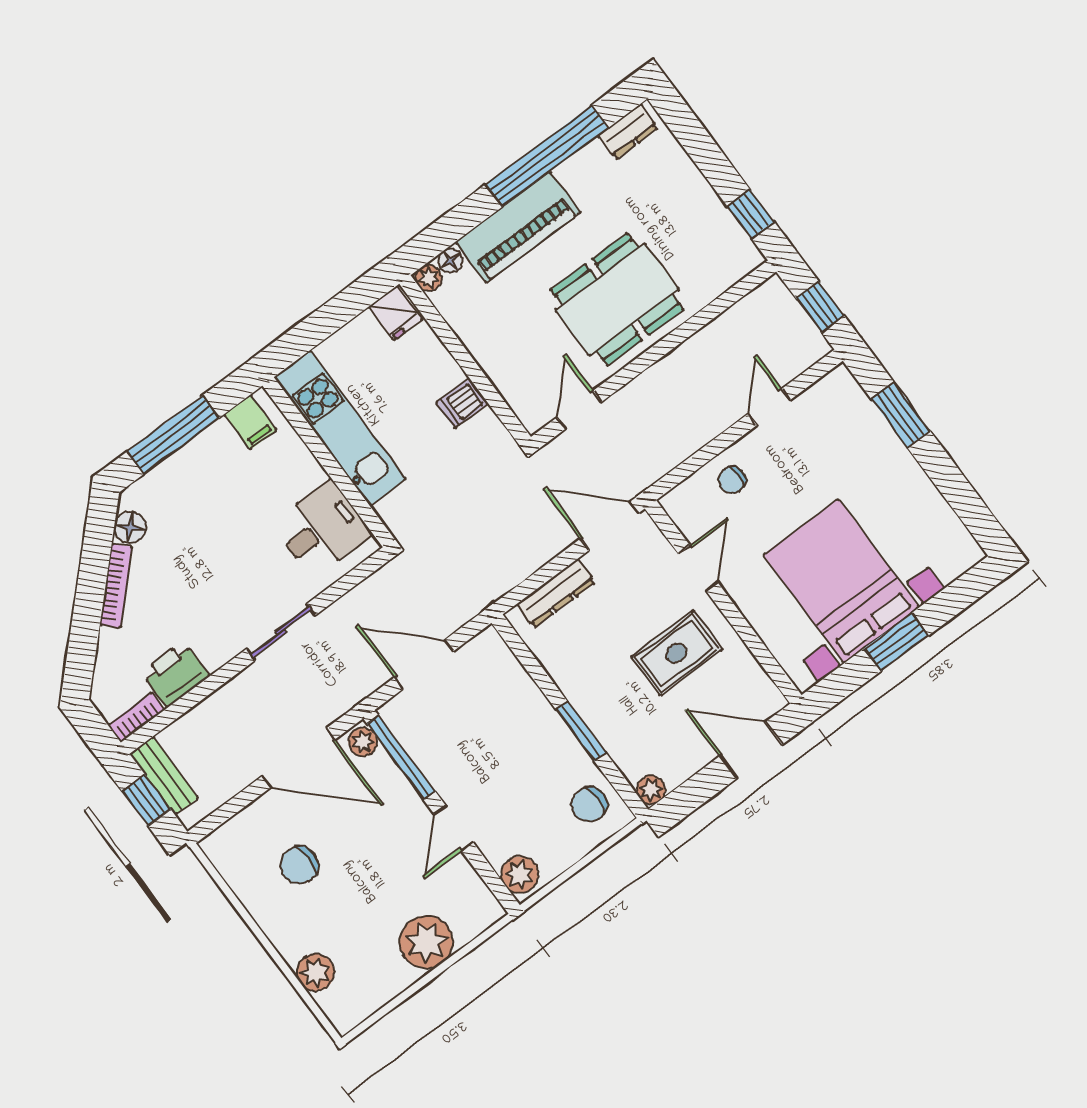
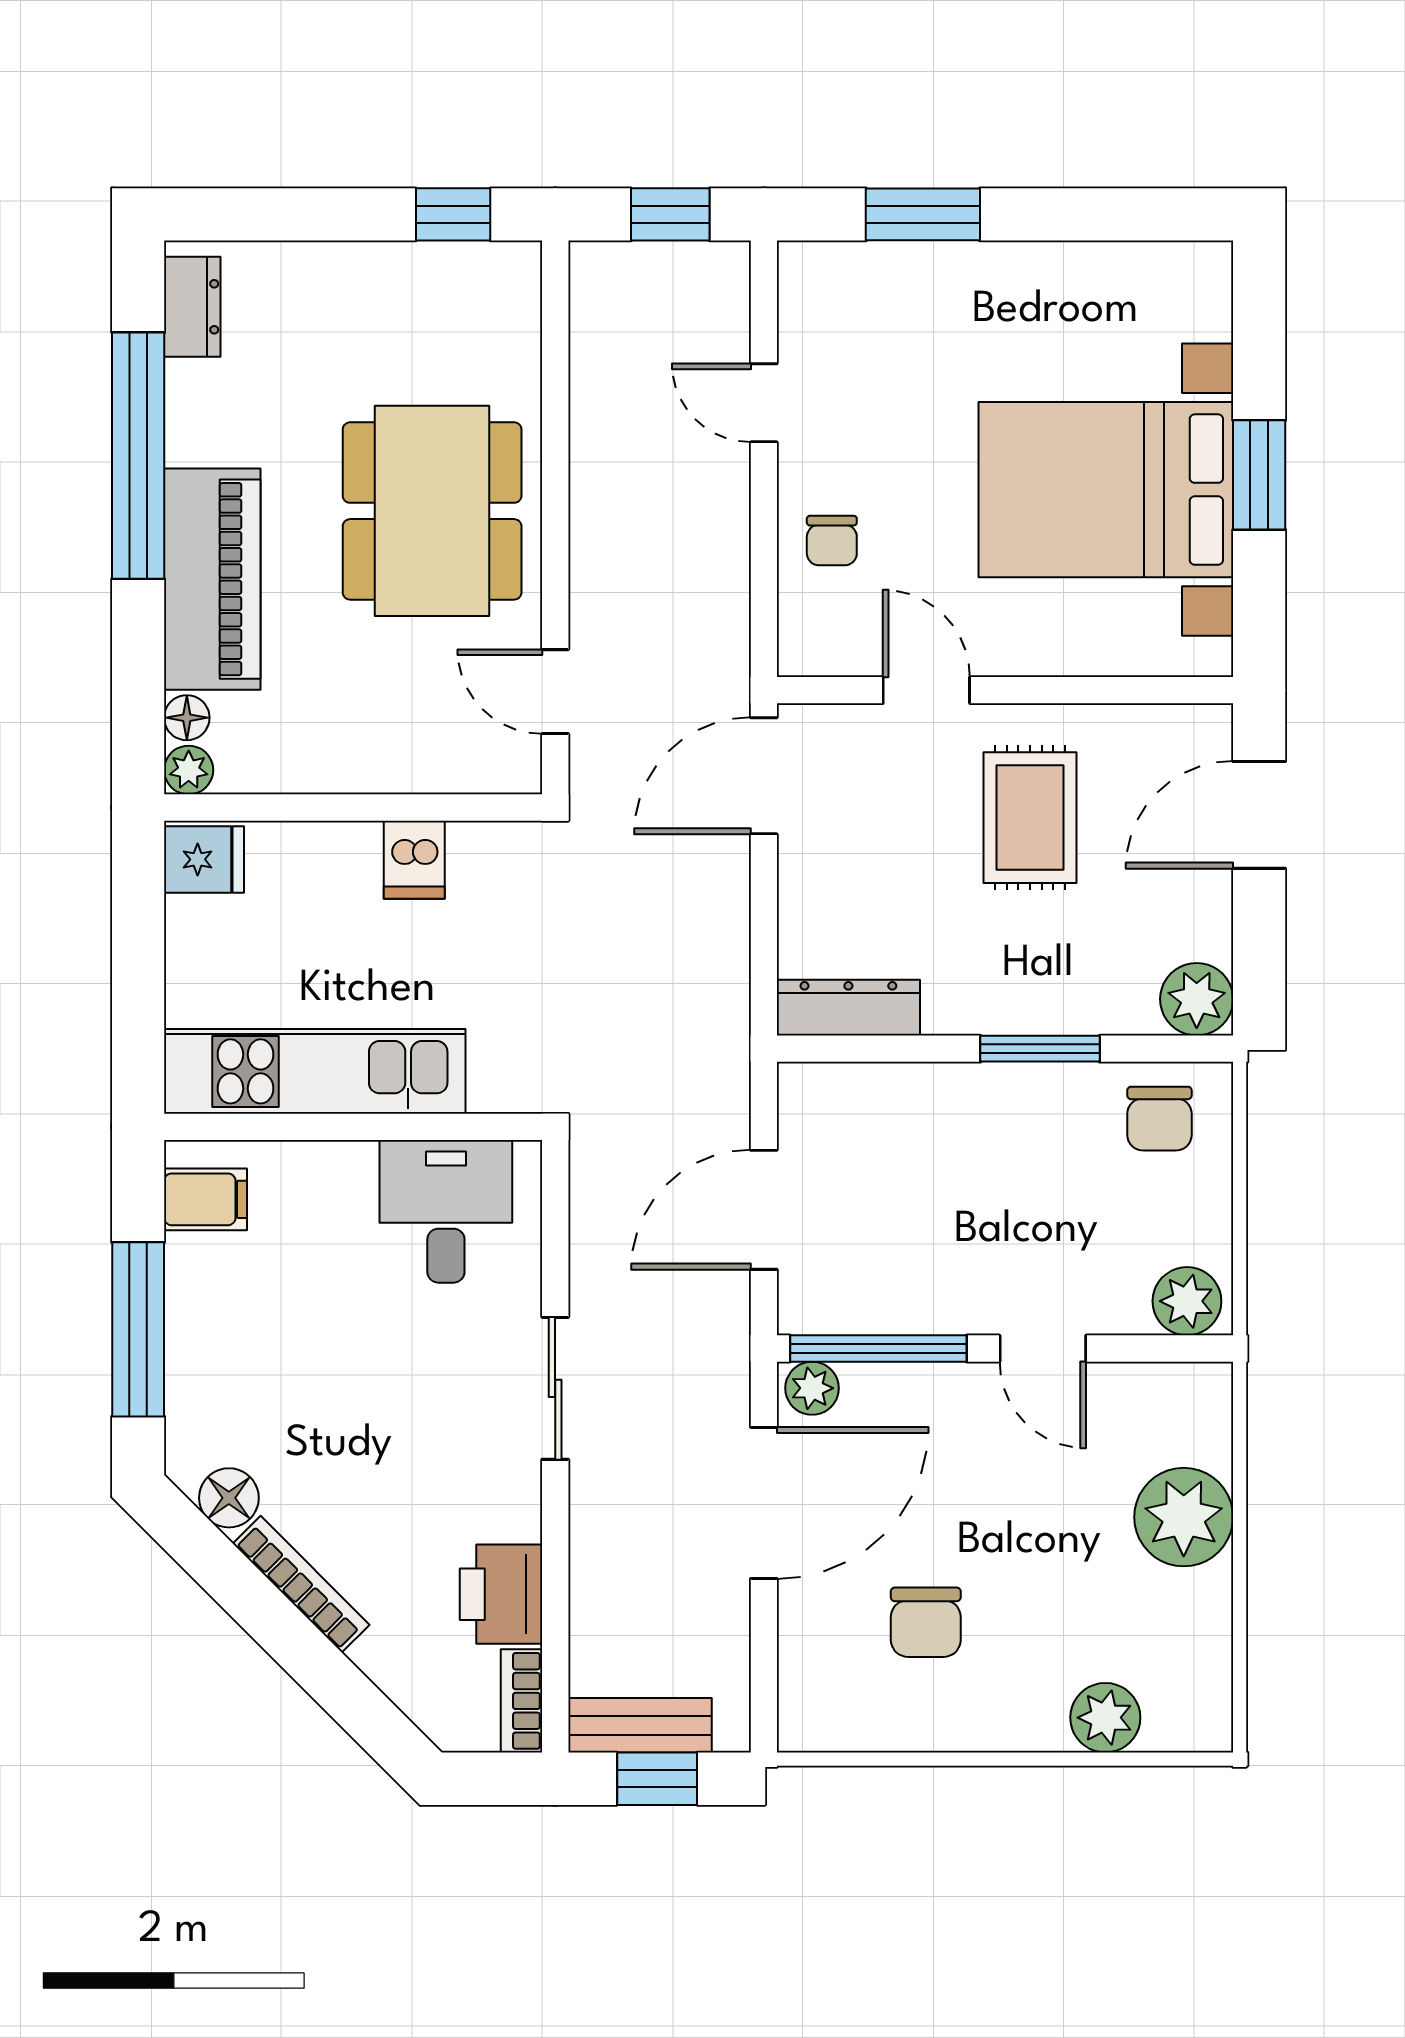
dresser: (556, 593) -> (848, 1008), moved, turned -90
plant: (651, 790) -> (1197, 999), width x1.38, depth x1.38

